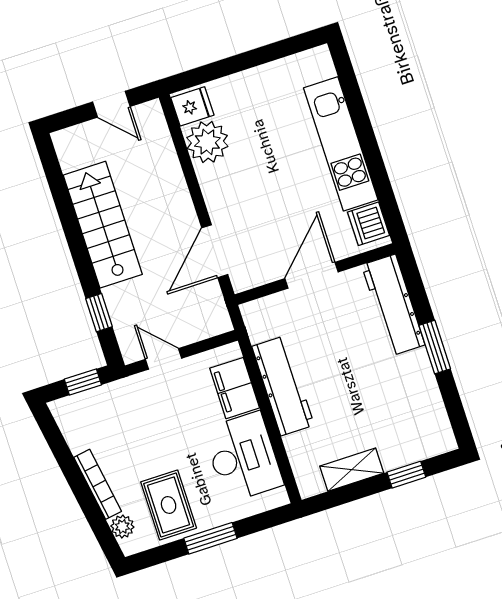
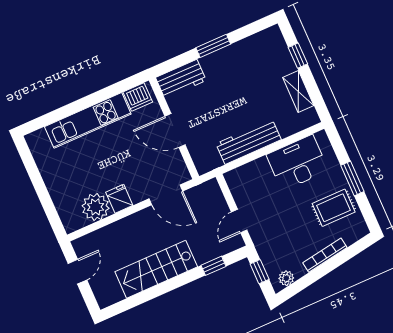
fridge: (192, 106) -> (119, 199), moved
workbench: (393, 305) -> (181, 79), width x0.73
filing cabinet: (235, 388) -> (253, 173), removed
plant: (122, 527) -> (286, 278), moved

